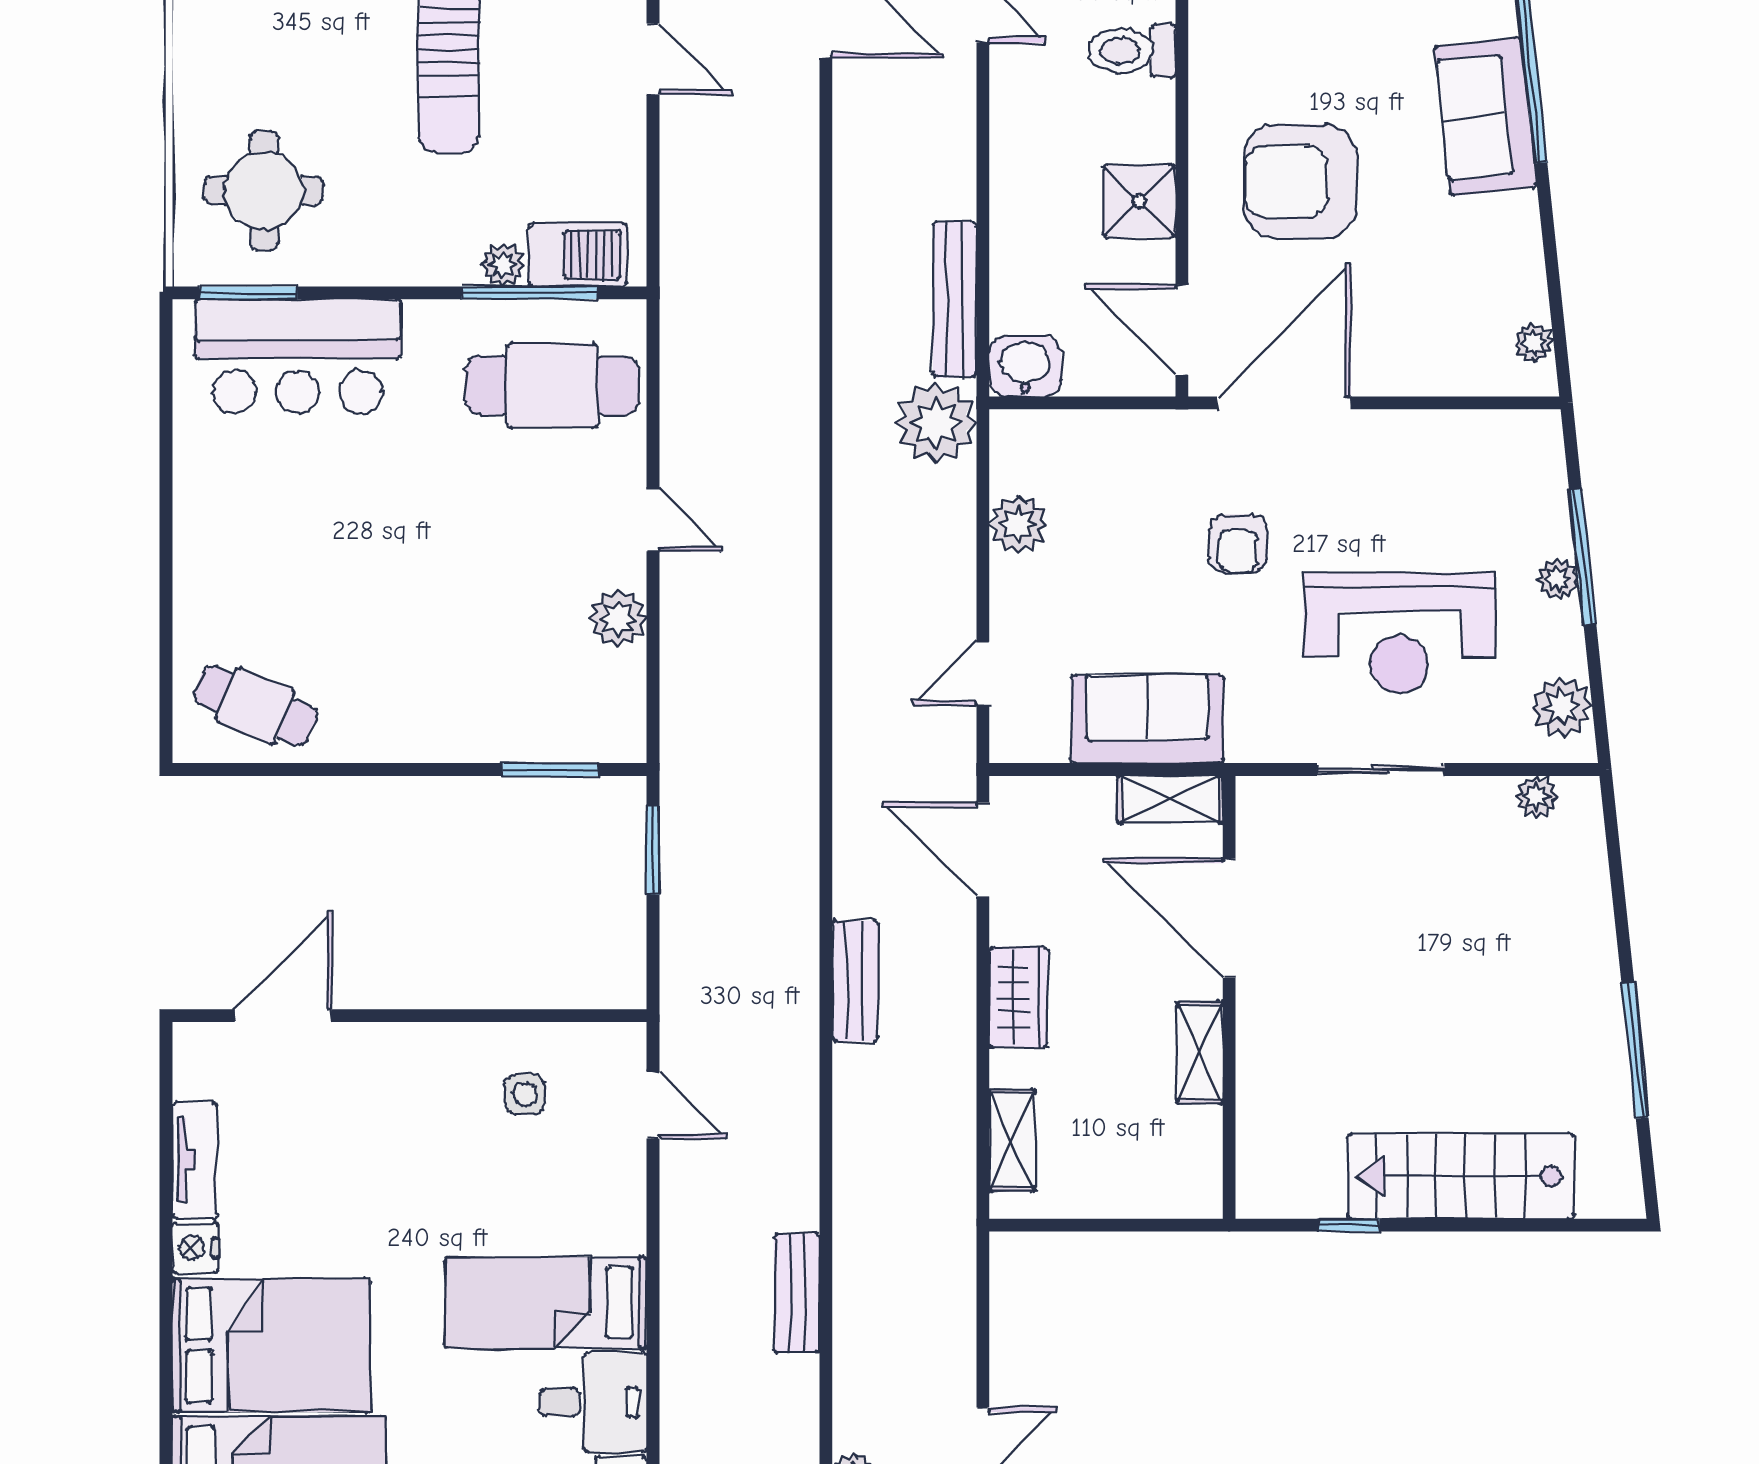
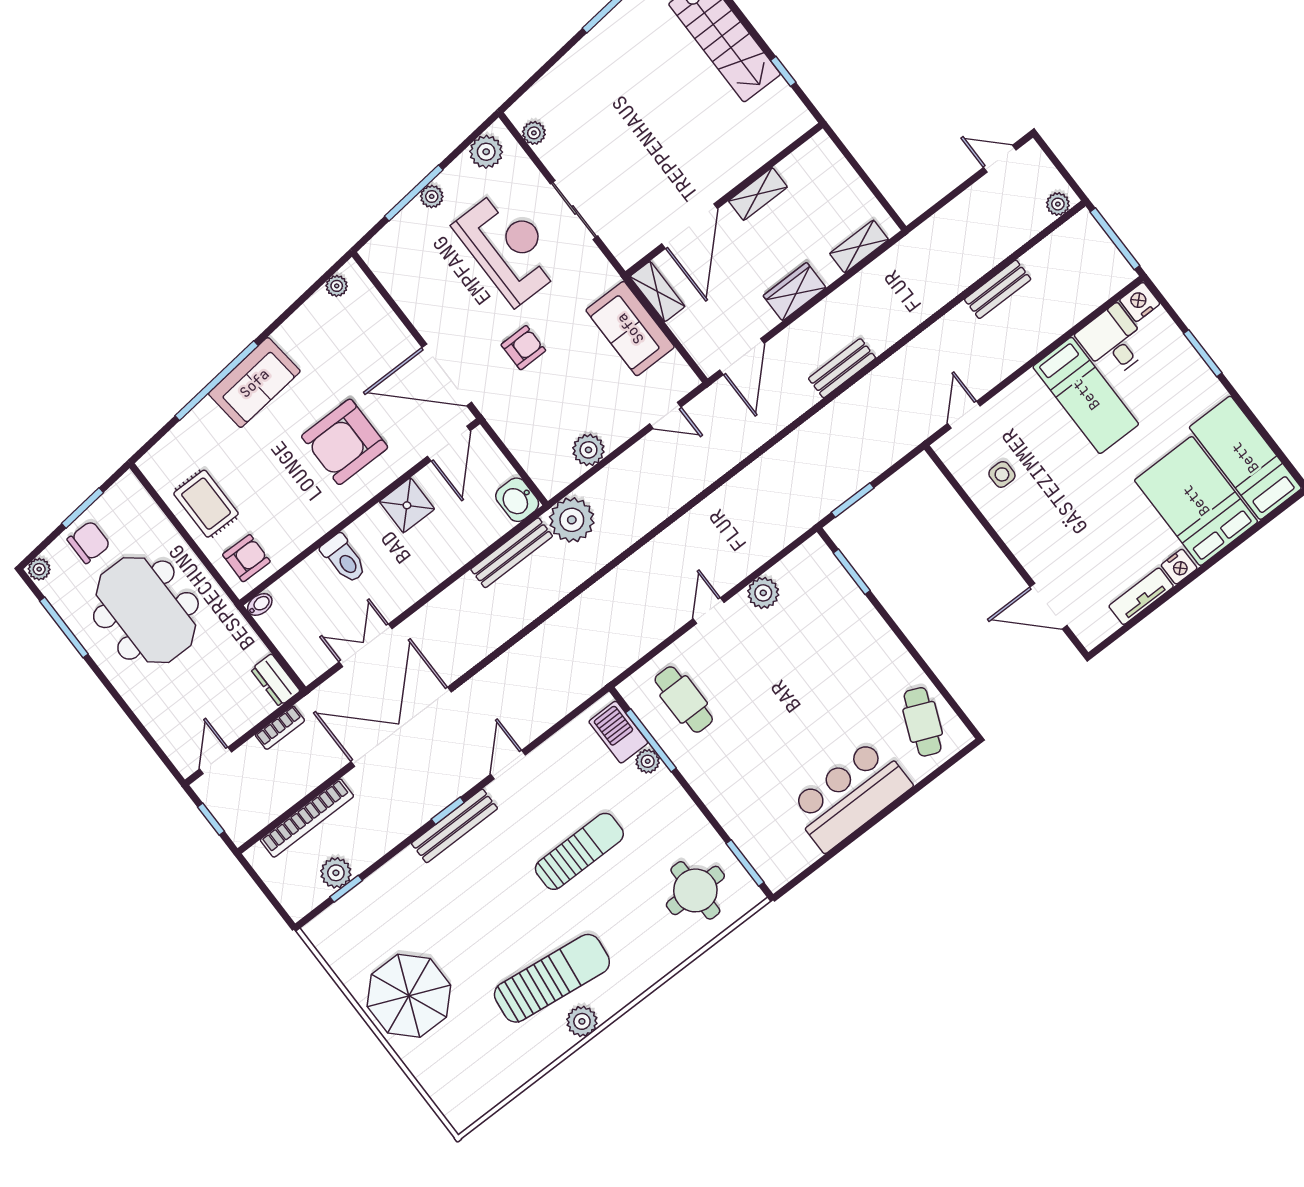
armchair: (1300, 181) -> (345, 442), turned 90
bar counter: (298, 356) -> (850, 795), moved, turned -90
cafe table: (552, 385) -> (684, 699), width x0.73, depth x0.74

